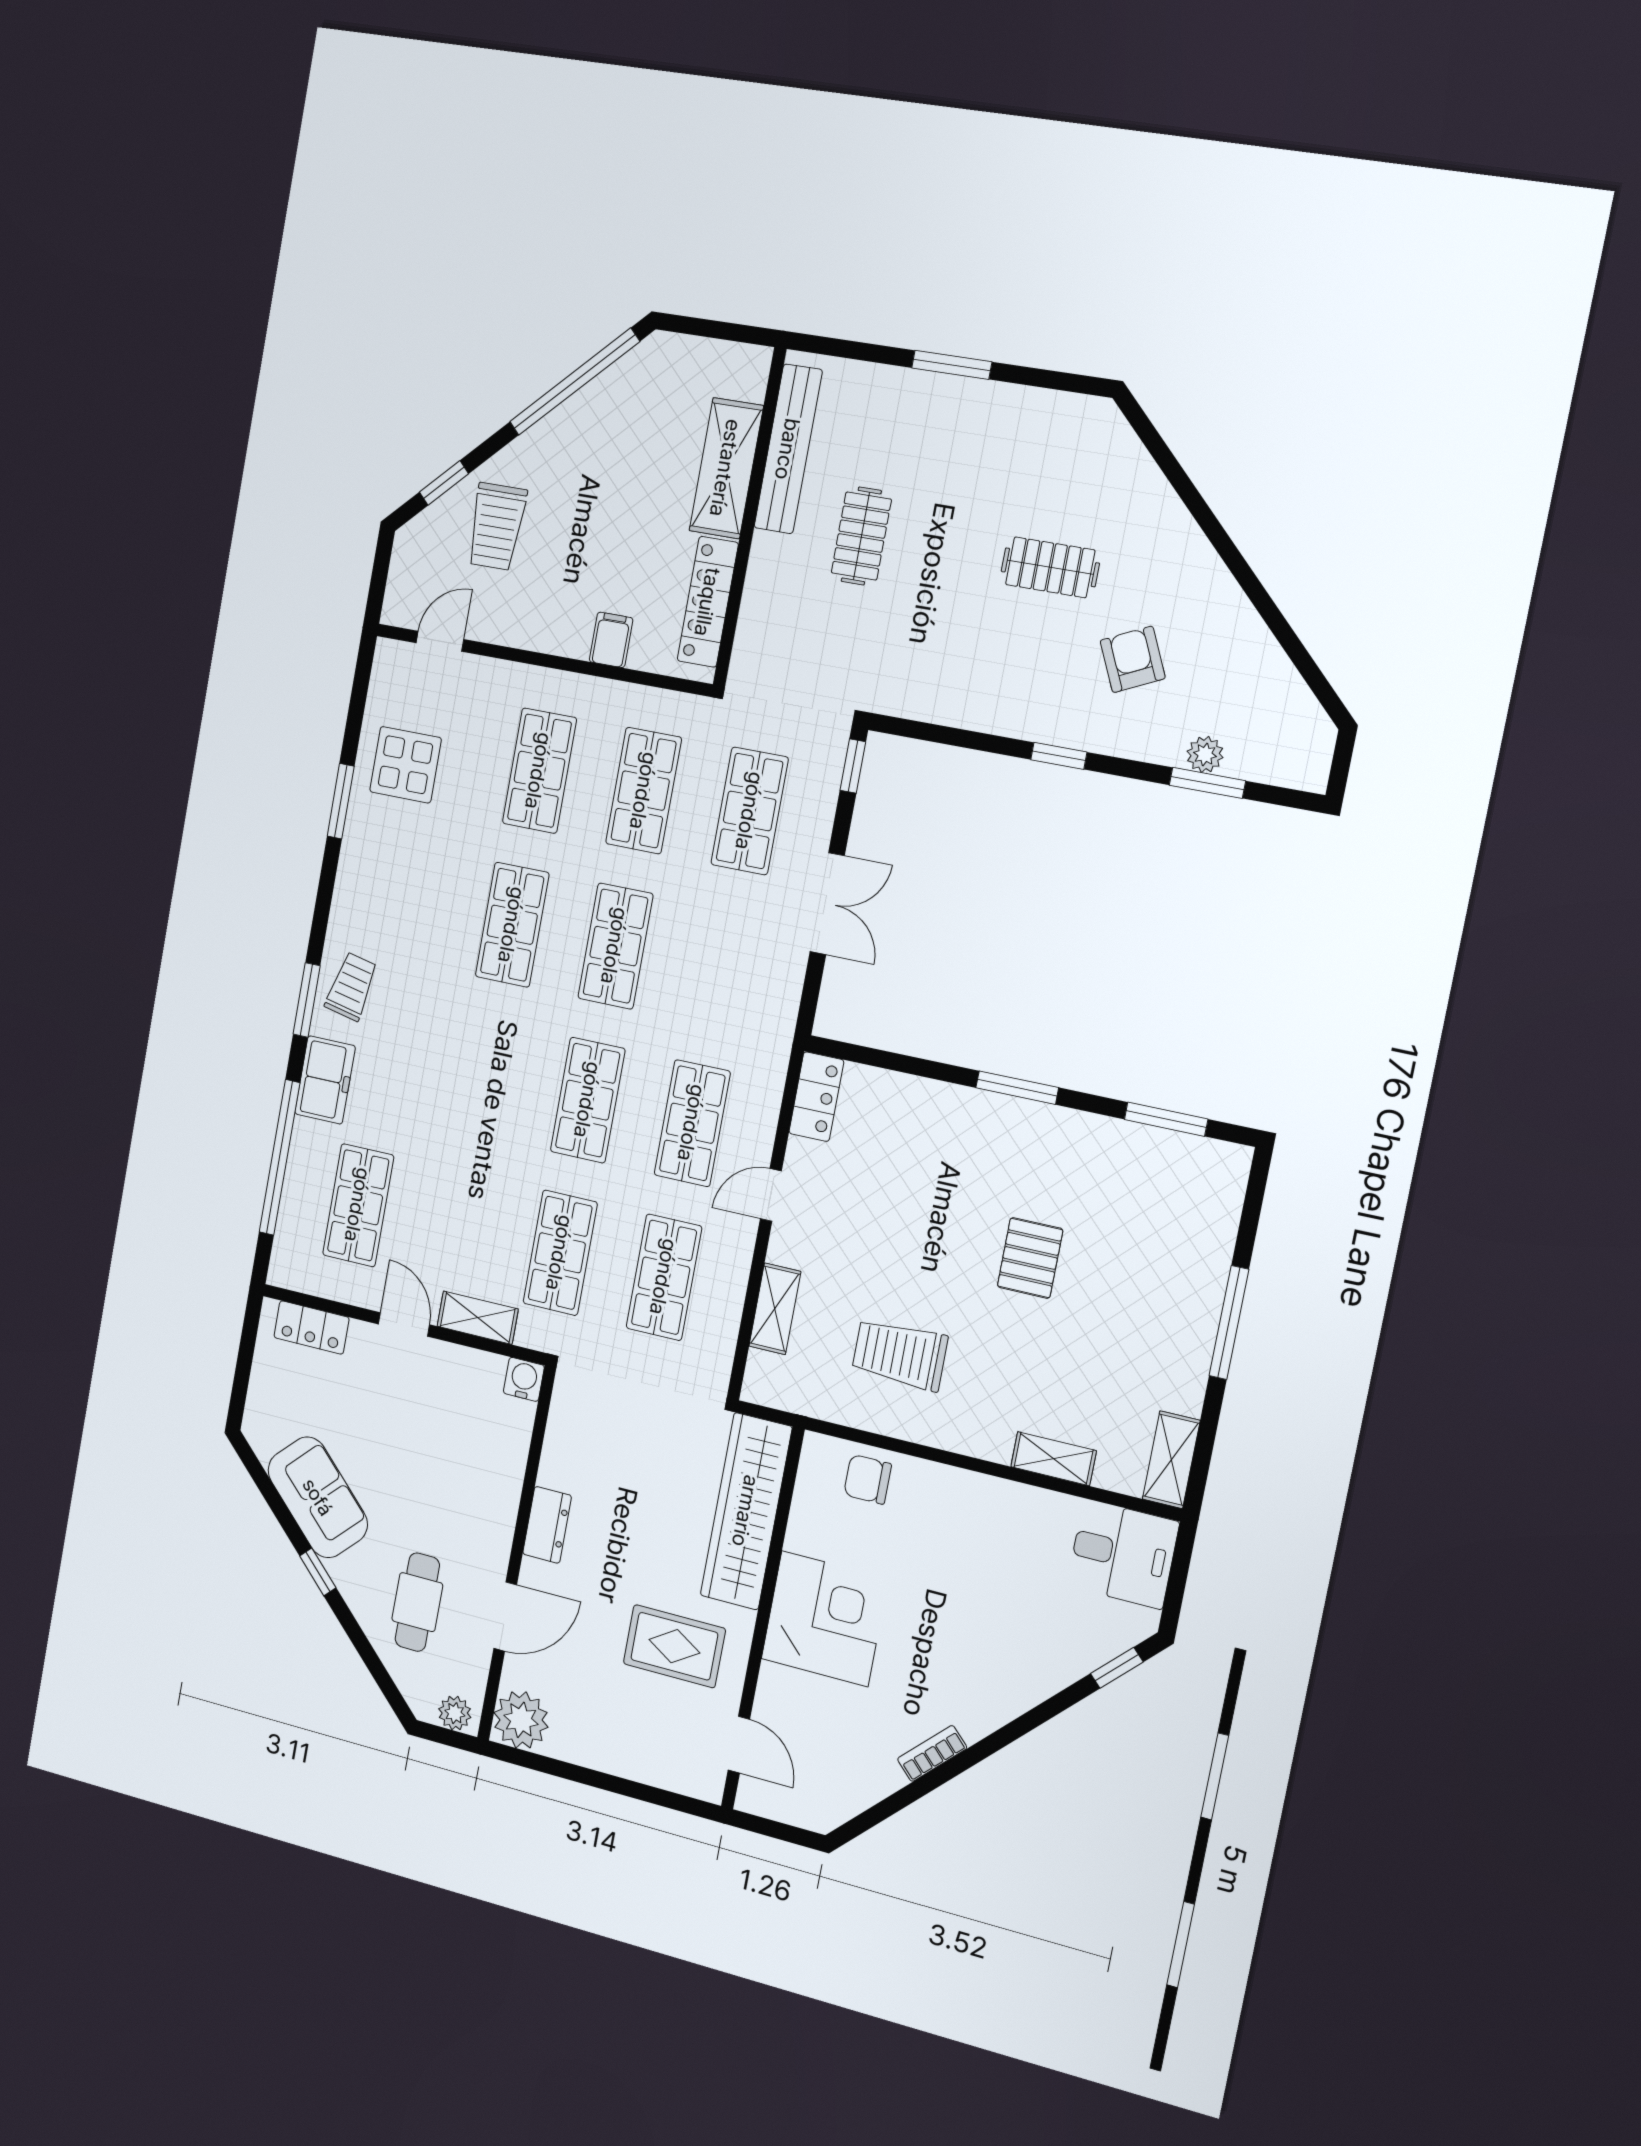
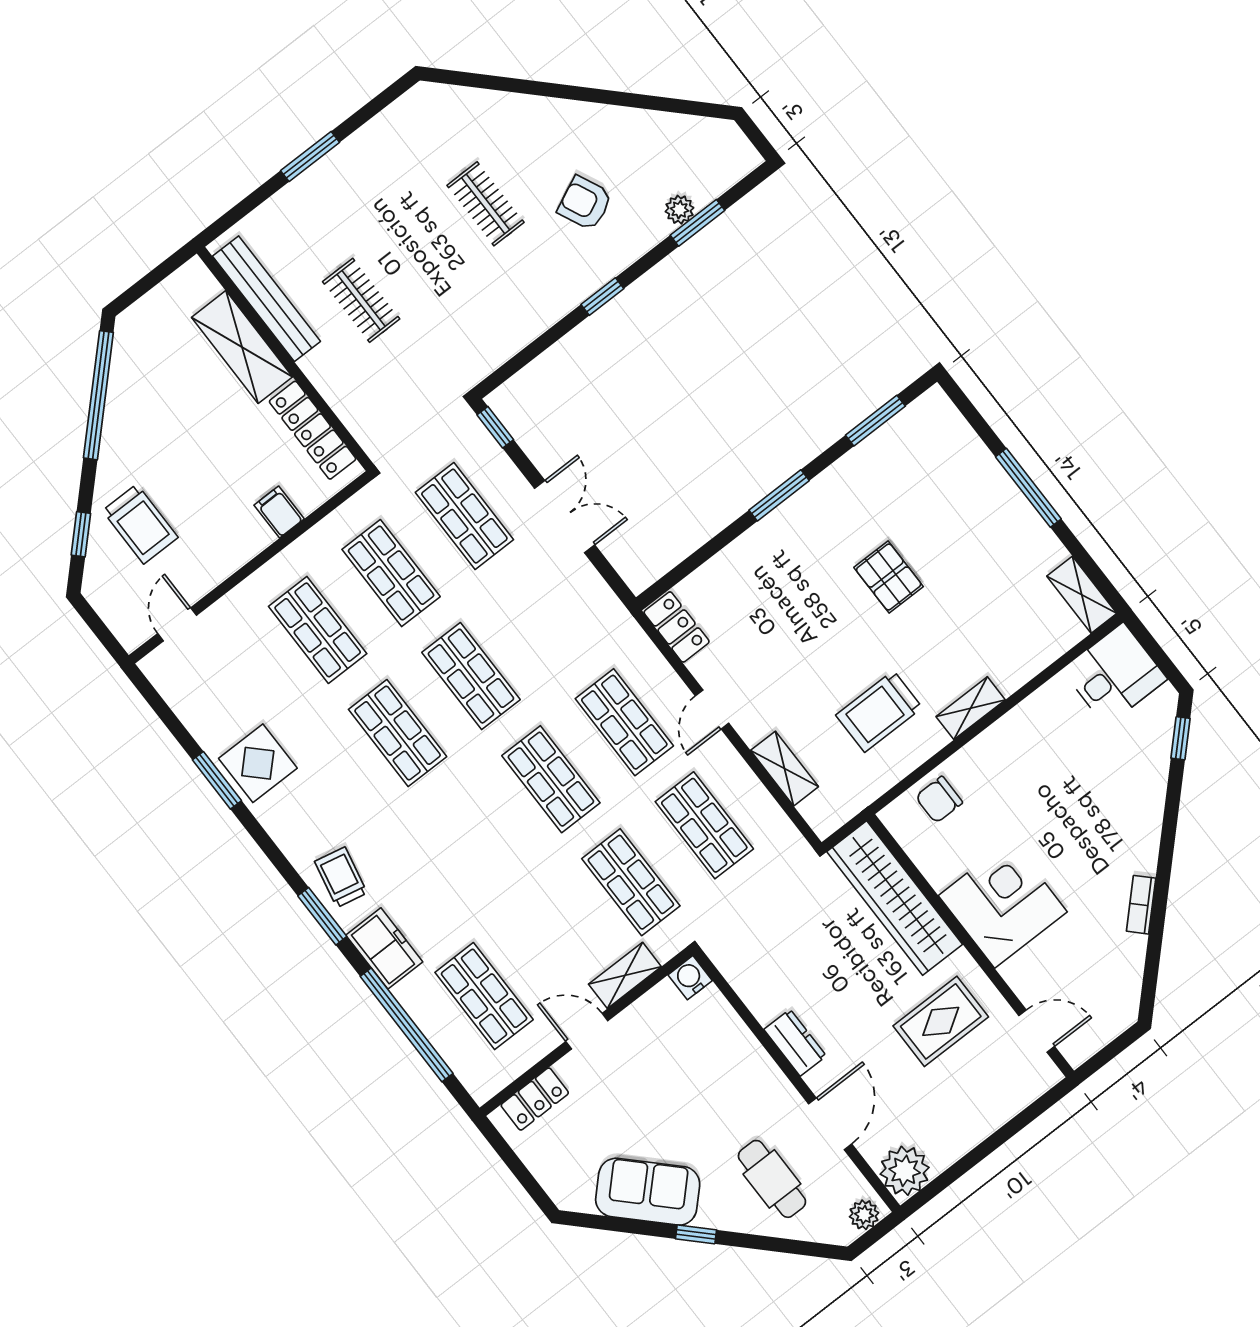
clothes rail: (1050, 567) -> (486, 204), turned 90
display table: (405, 765) -> (258, 763), moved
shelving: (1053, 1459) -> (971, 708), moved

